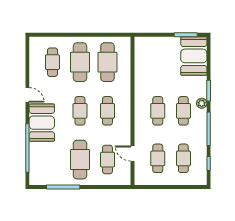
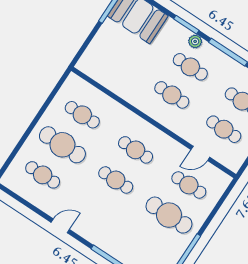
cafe table: (107, 62) -> (82, 115), width x0.73, depth x0.74
booth: (42, 123) -> (101, 230), removed

